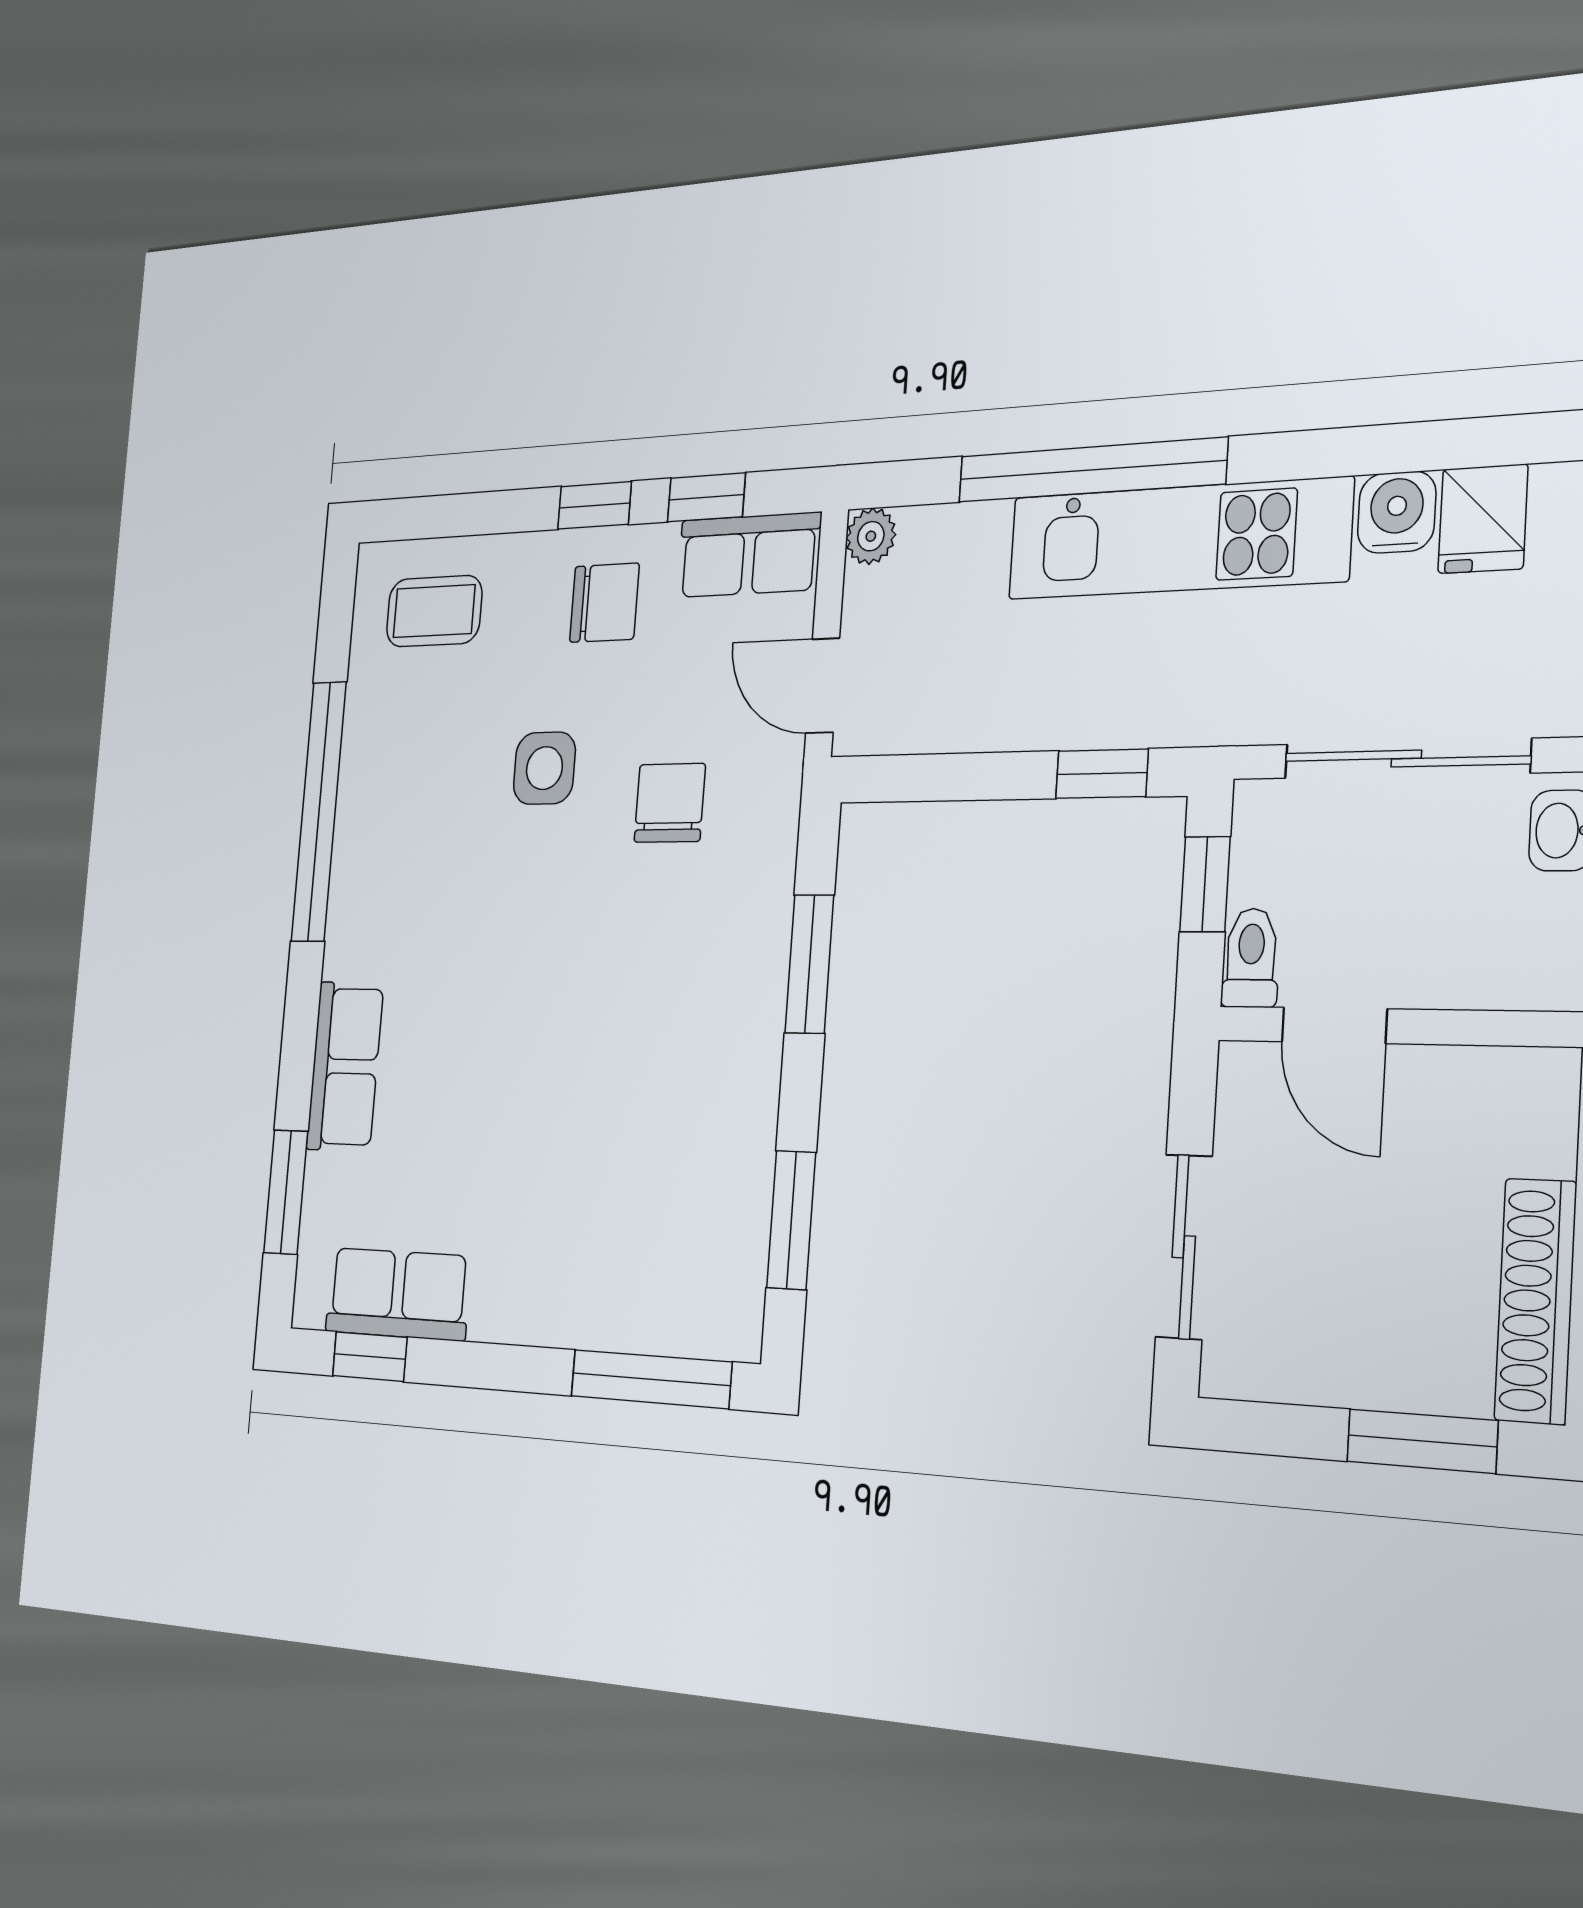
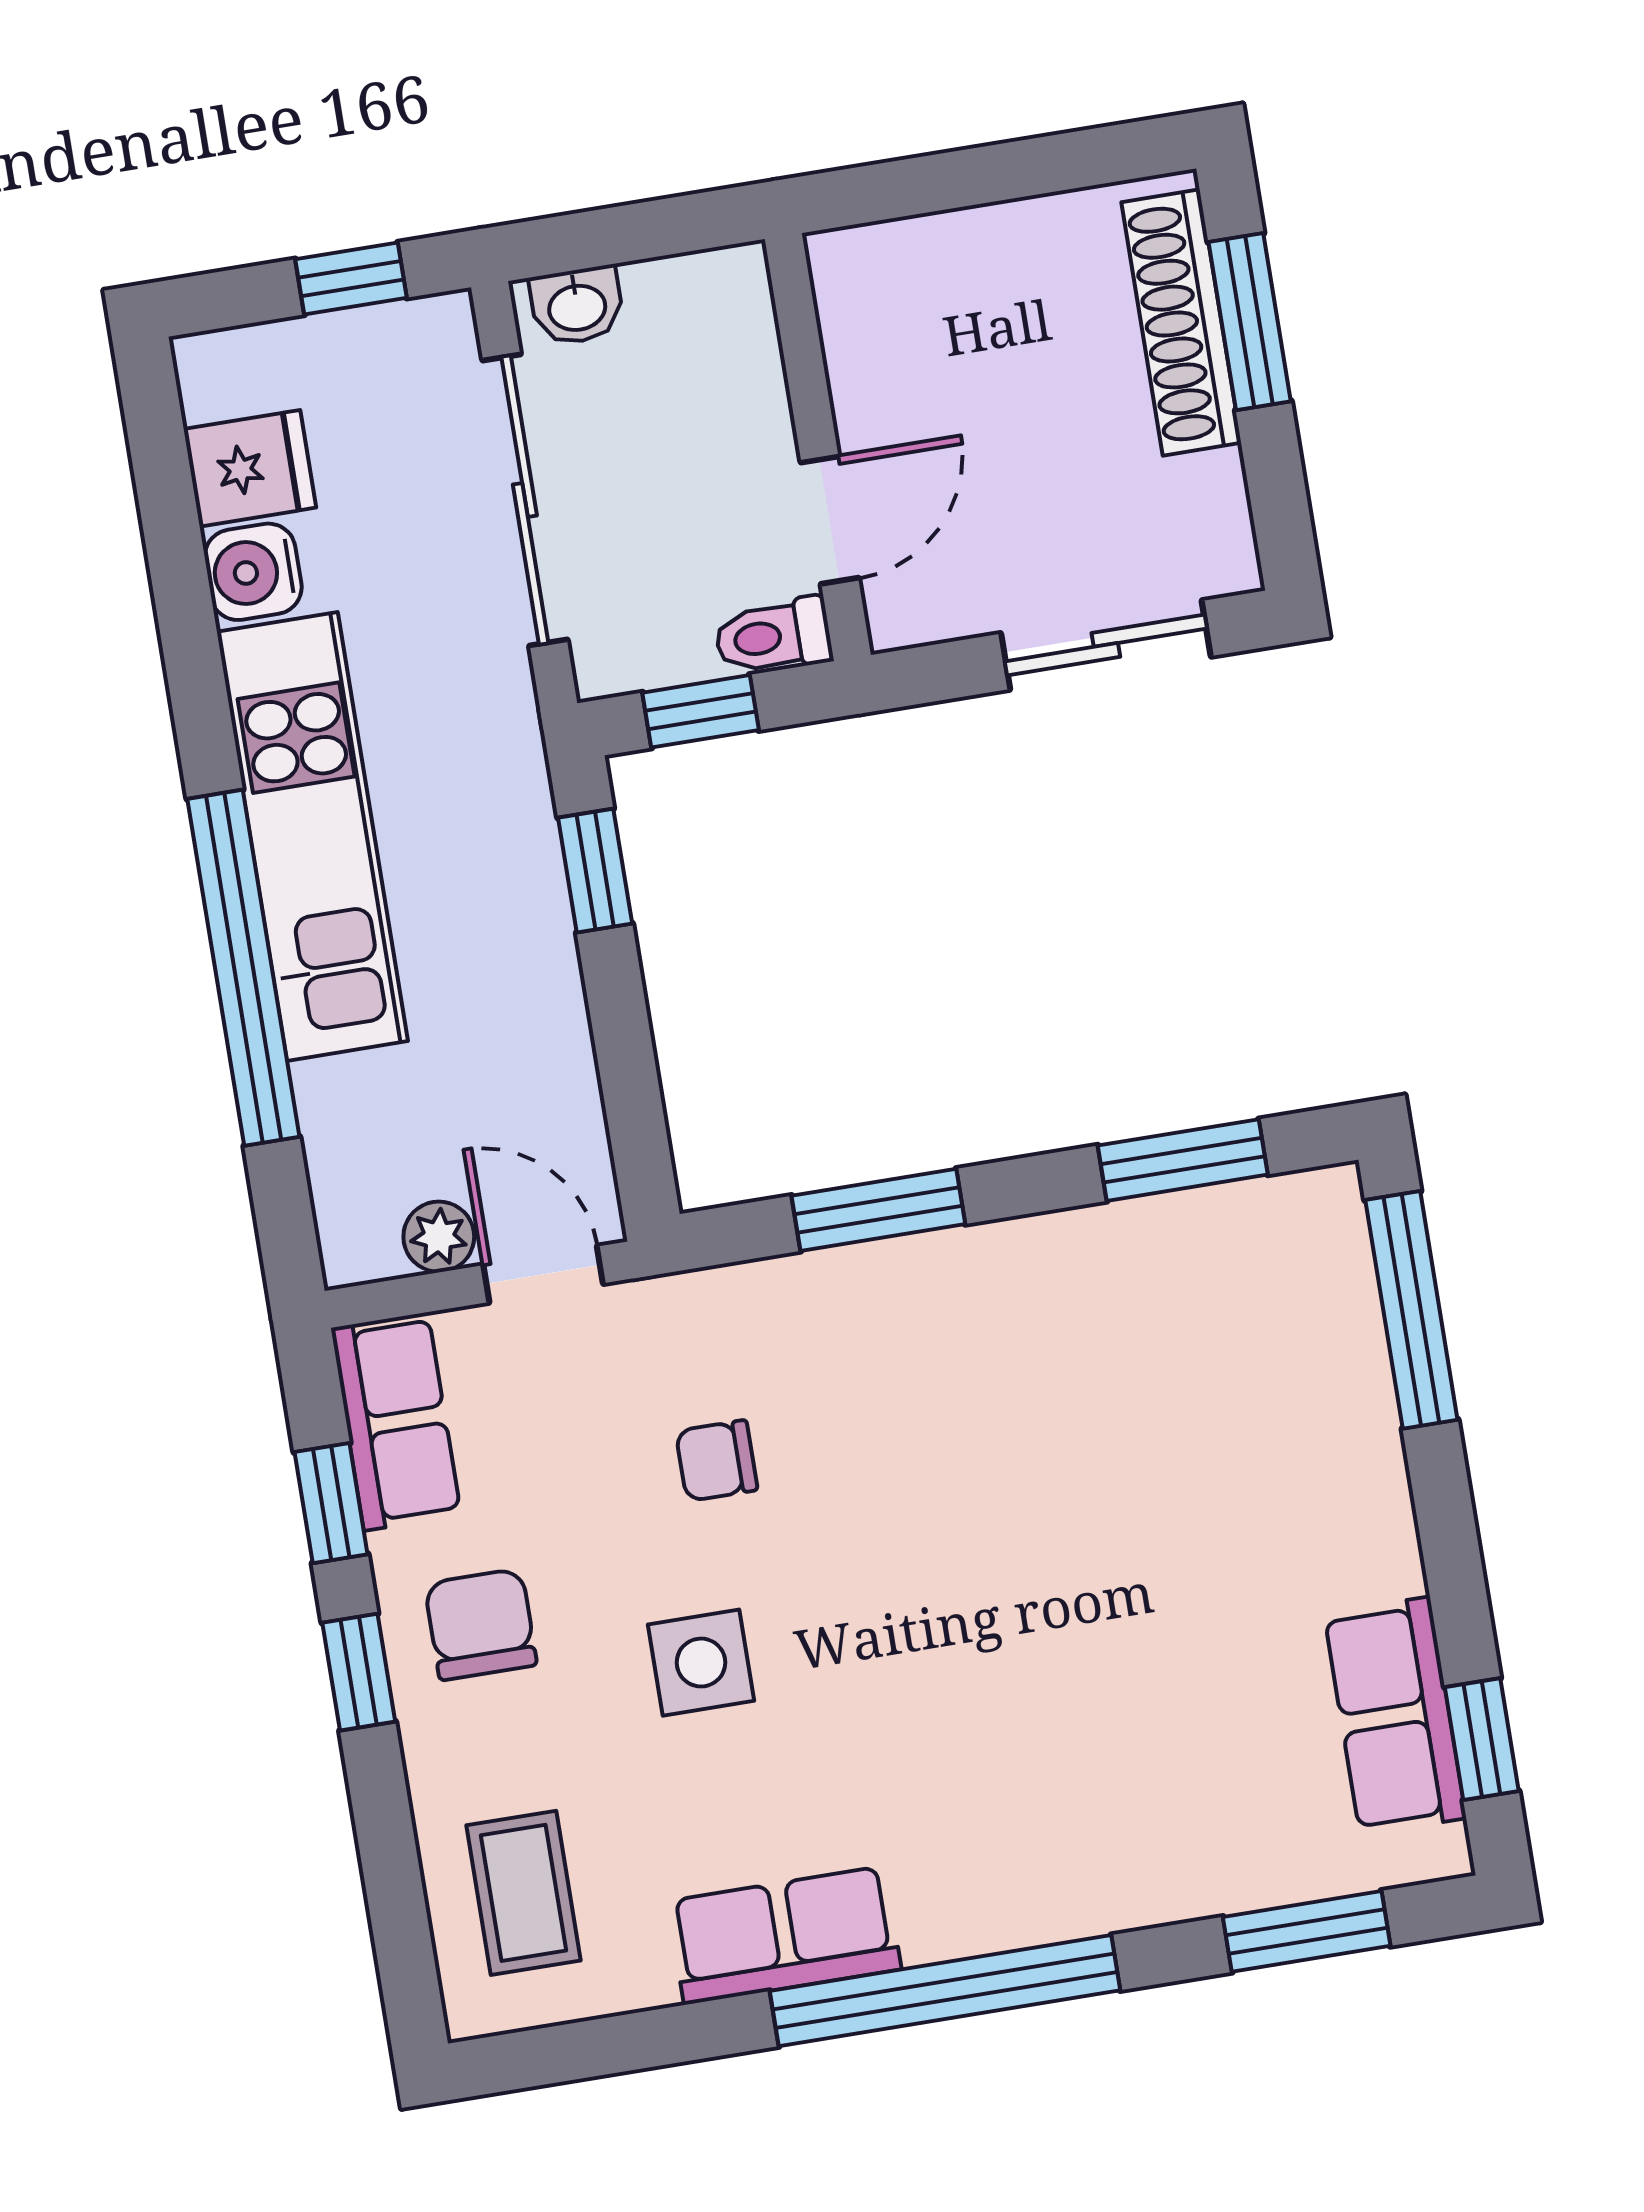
plant: (871, 536) -> (439, 1237), moved
door: (823, 686) -> (543, 1274), swing flipped
chair: (670, 803) -> (717, 1461), width x0.73, depth x0.73
window: (319, 811) -> (945, 1991), moved
row of seats: (345, 1066) -> (784, 1935), moved
shoe rack: (1536, 1301) -> (1181, 323), moved, turned 90

